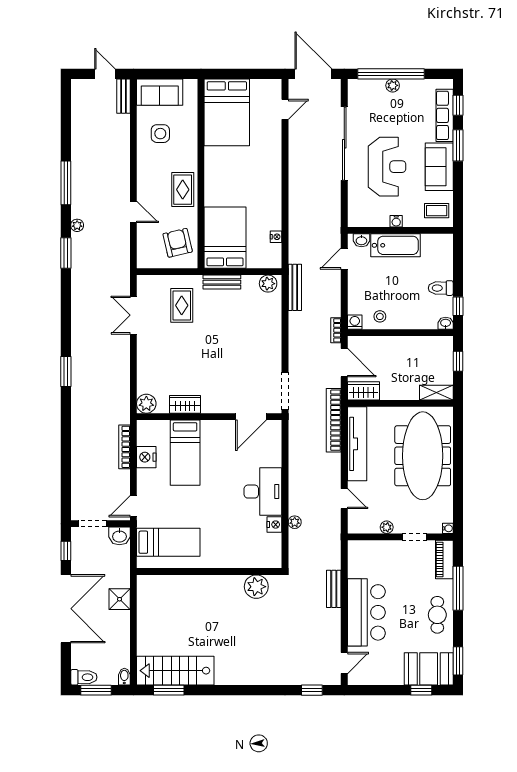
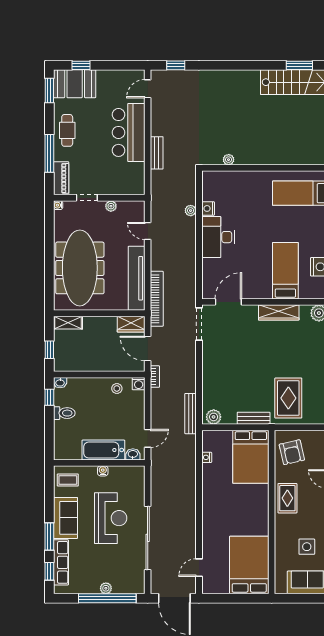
reception desk: (387, 167) -> (111, 518), turned 180
rug: (182, 305) -> (288, 398), width x1.36, depth x1.43
wardrobe: (185, 404) -> (279, 312), width x1.50
plant: (256, 587) -> (229, 160), width x0.53, depth x0.53

